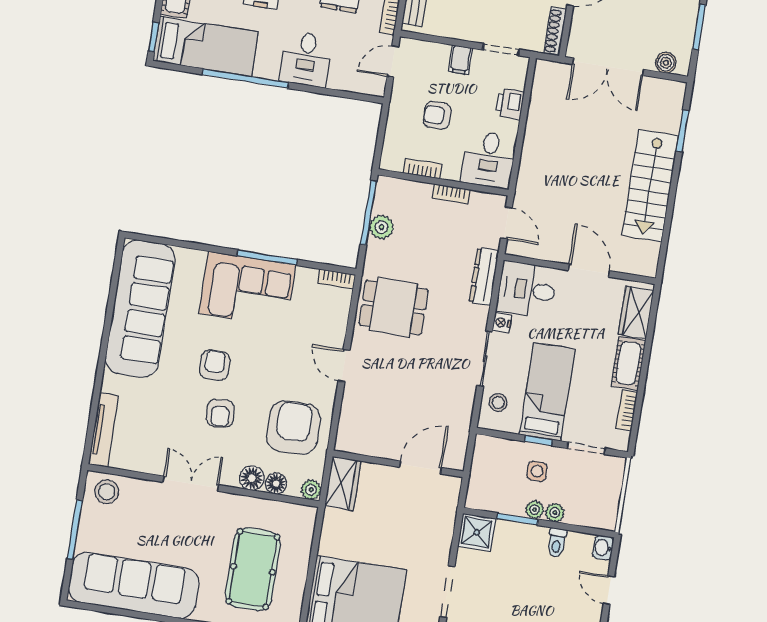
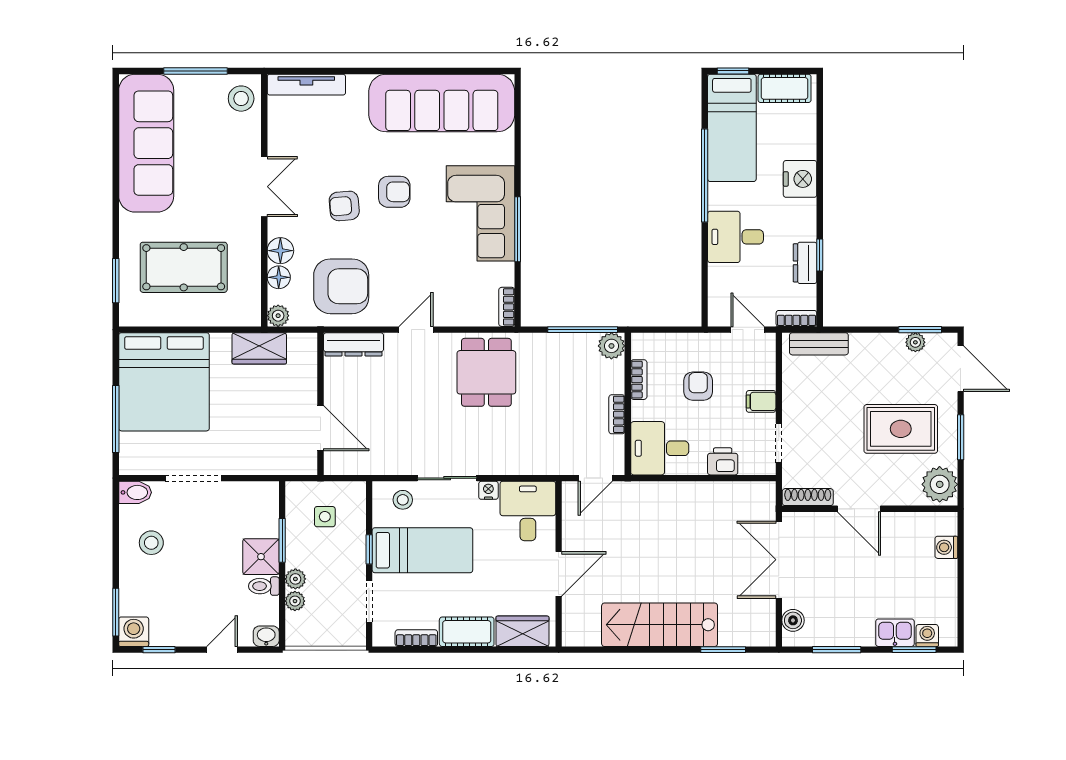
plant: (382, 227) -> (611, 346), moved
dresser: (484, 276) -> (353, 344), moved, turned 180
side table: (537, 471) -> (325, 517), moved
wardrobe: (343, 483) -> (259, 348), moved
plant: (535, 510) -> (295, 601), moved
shower: (477, 532) -> (261, 557), moved

